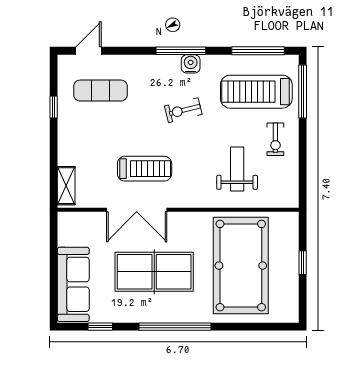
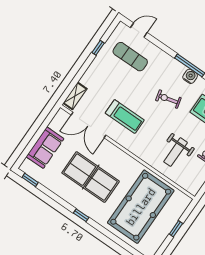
weight bench: (237, 169) -> (176, 152), turned 180
double door: (137, 210) -> (88, 125), moved
sofa: (73, 284) -> (45, 148), width x0.73
window: (100, 327) -> (30, 180), moved
window: (175, 327) -> (81, 215), width x0.32

